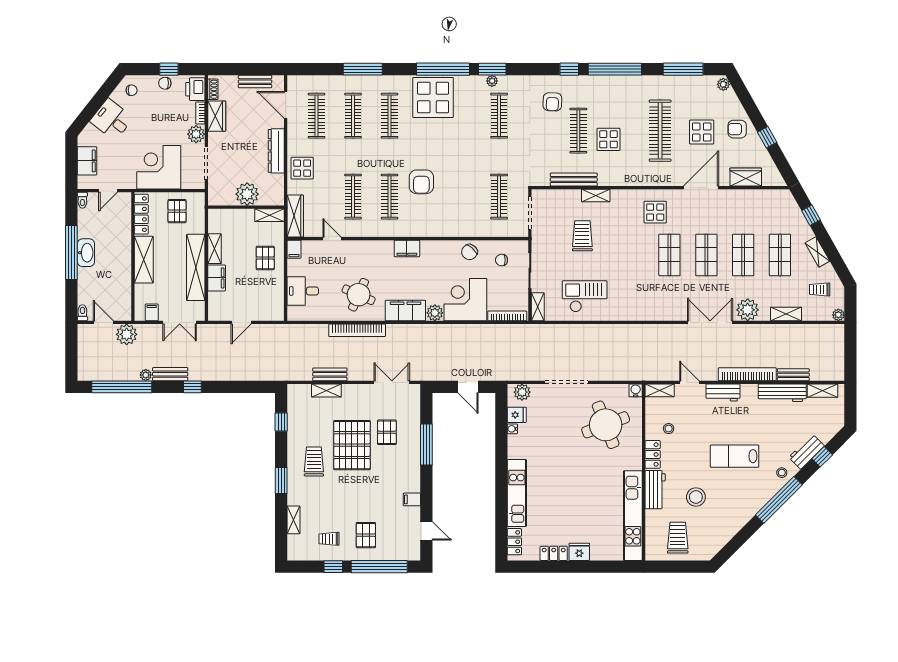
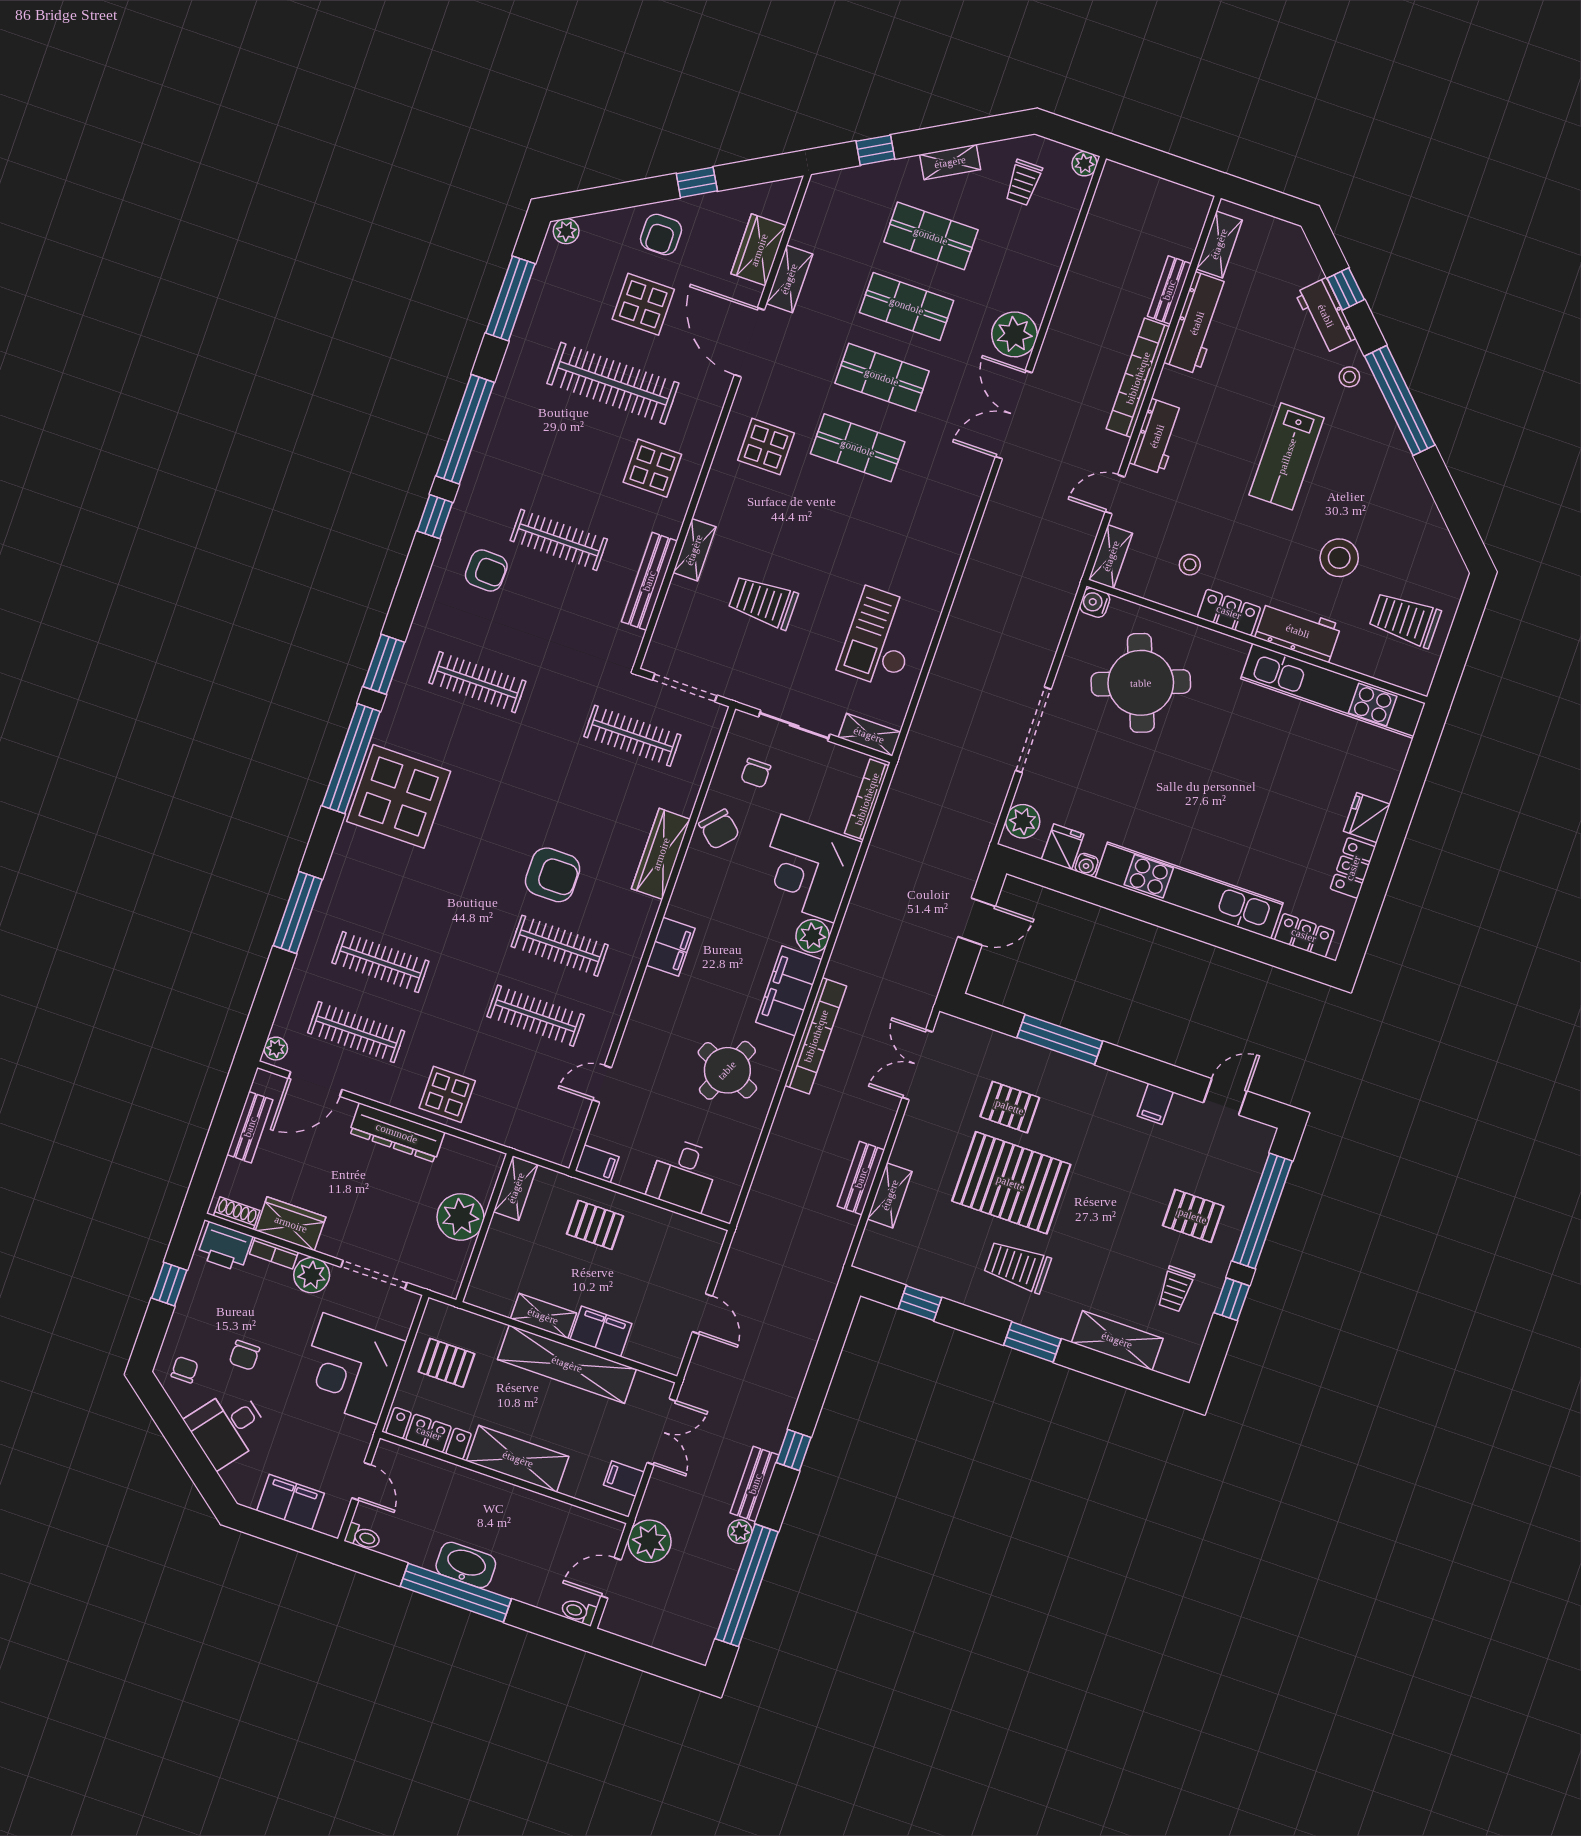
plant: (492, 81) -> (276, 1049), moved
chair: (165, 83) -> (244, 1355), moved
clothes rail: (390, 116) -> (405, 892), removed
display table: (608, 139) -> (652, 468), moved
wardrobe: (295, 216) -> (661, 854), moved, turned -90
shelving: (786, 314) -> (789, 279), moved
bookcase: (357, 330) -> (816, 1036), moved
kitchen unit: (517, 493) -> (1189, 890), width x1.36
shelving: (293, 520) -> (1117, 1340), width x1.50, depth x1.33

